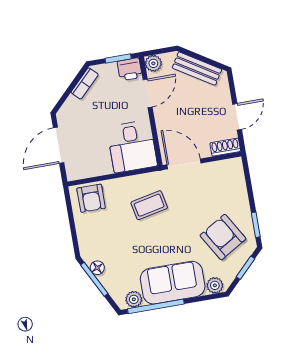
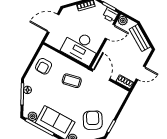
desk: (132, 146) -> (81, 47), width x1.37
armchair: (91, 198) -> (44, 66), moved

